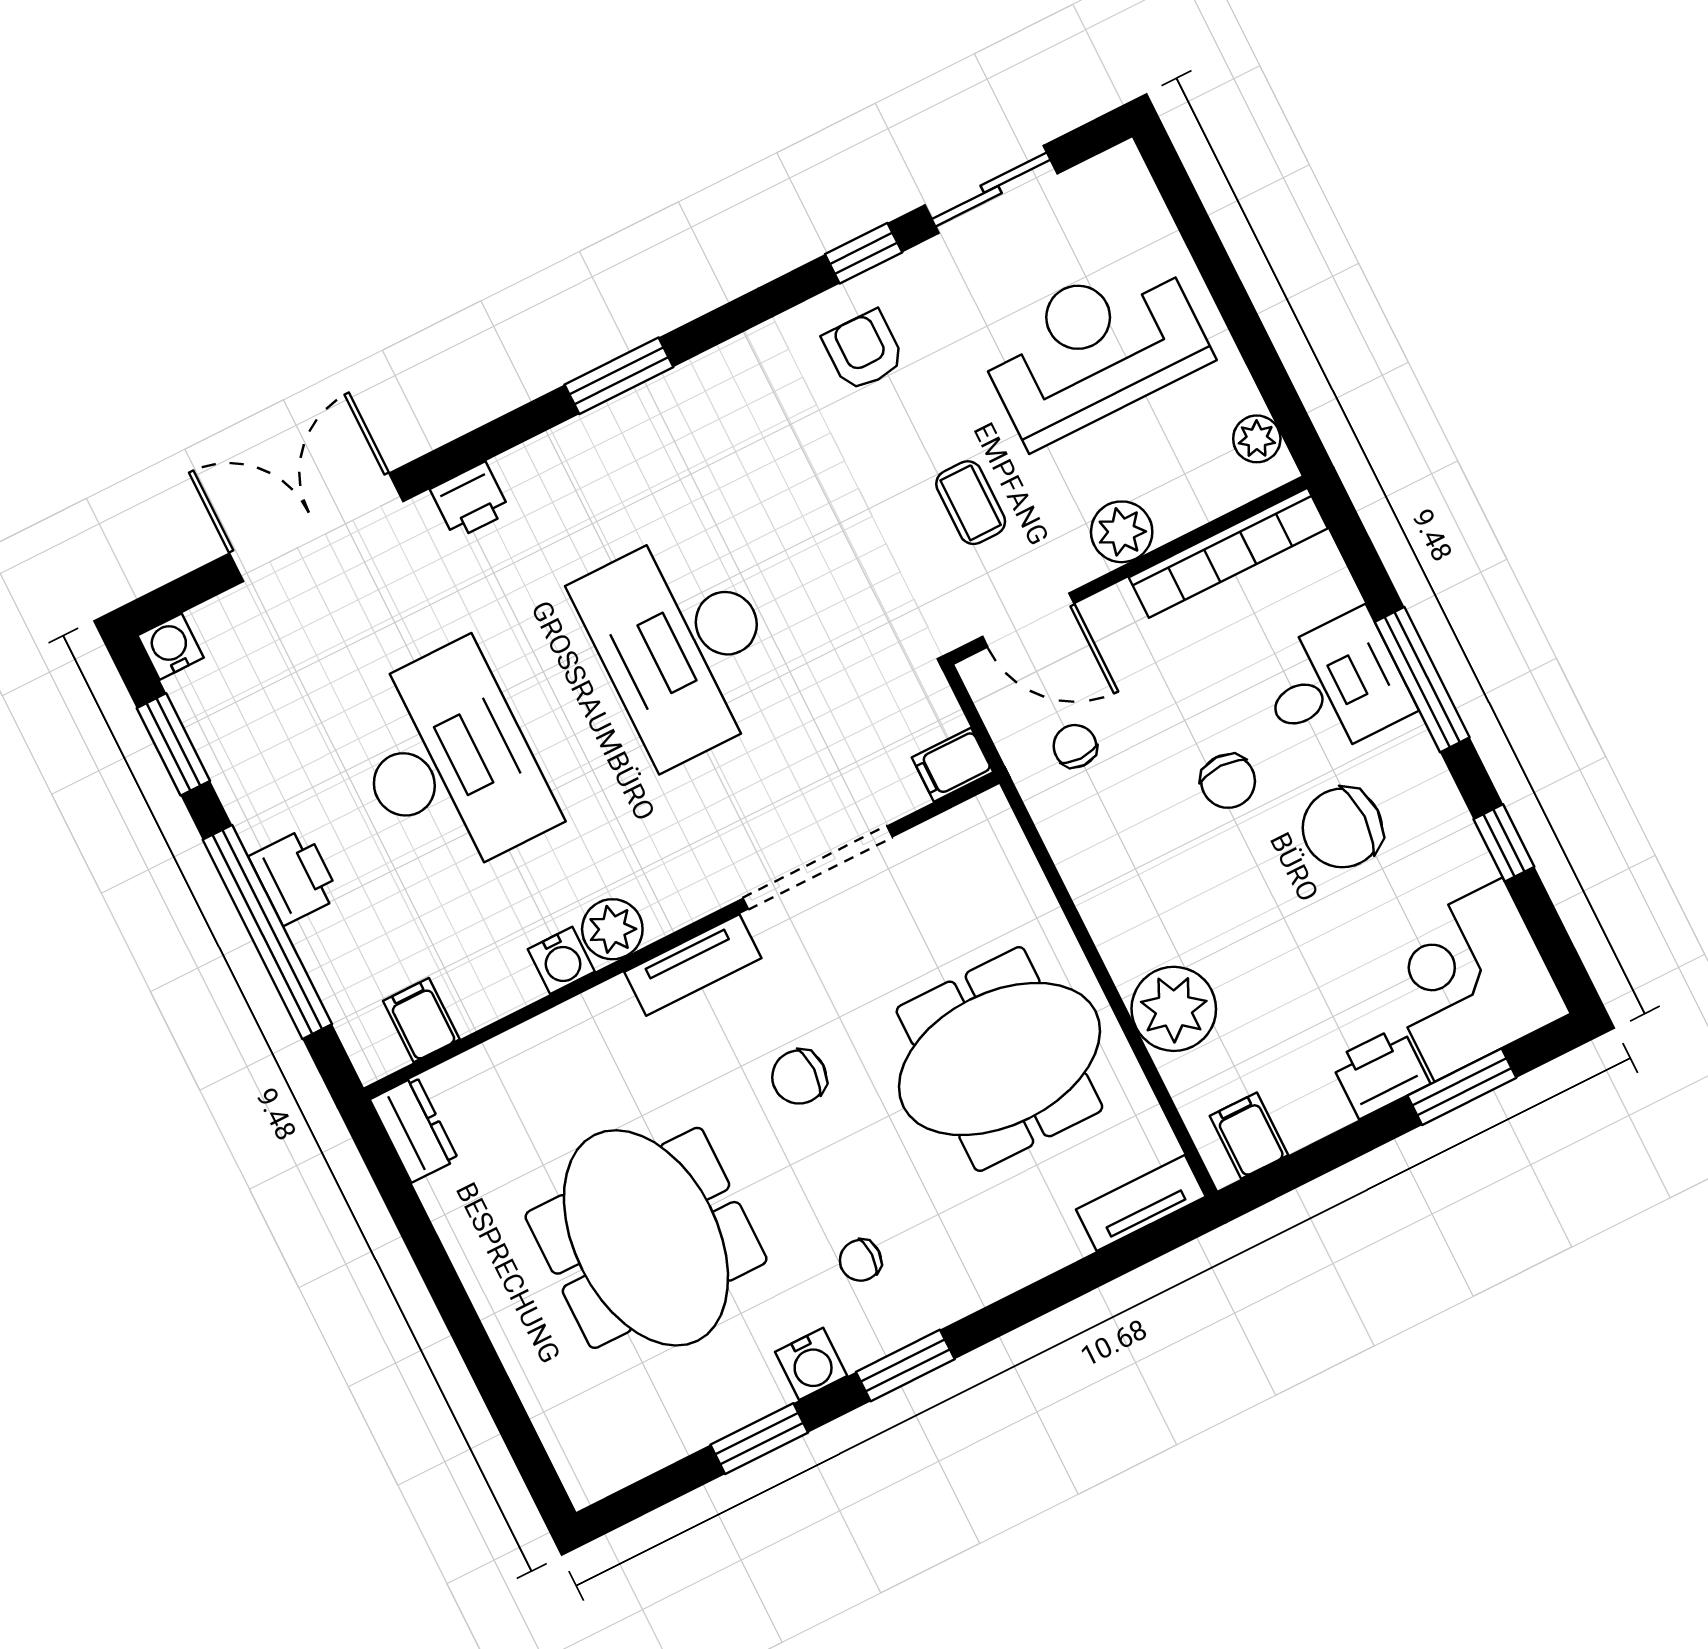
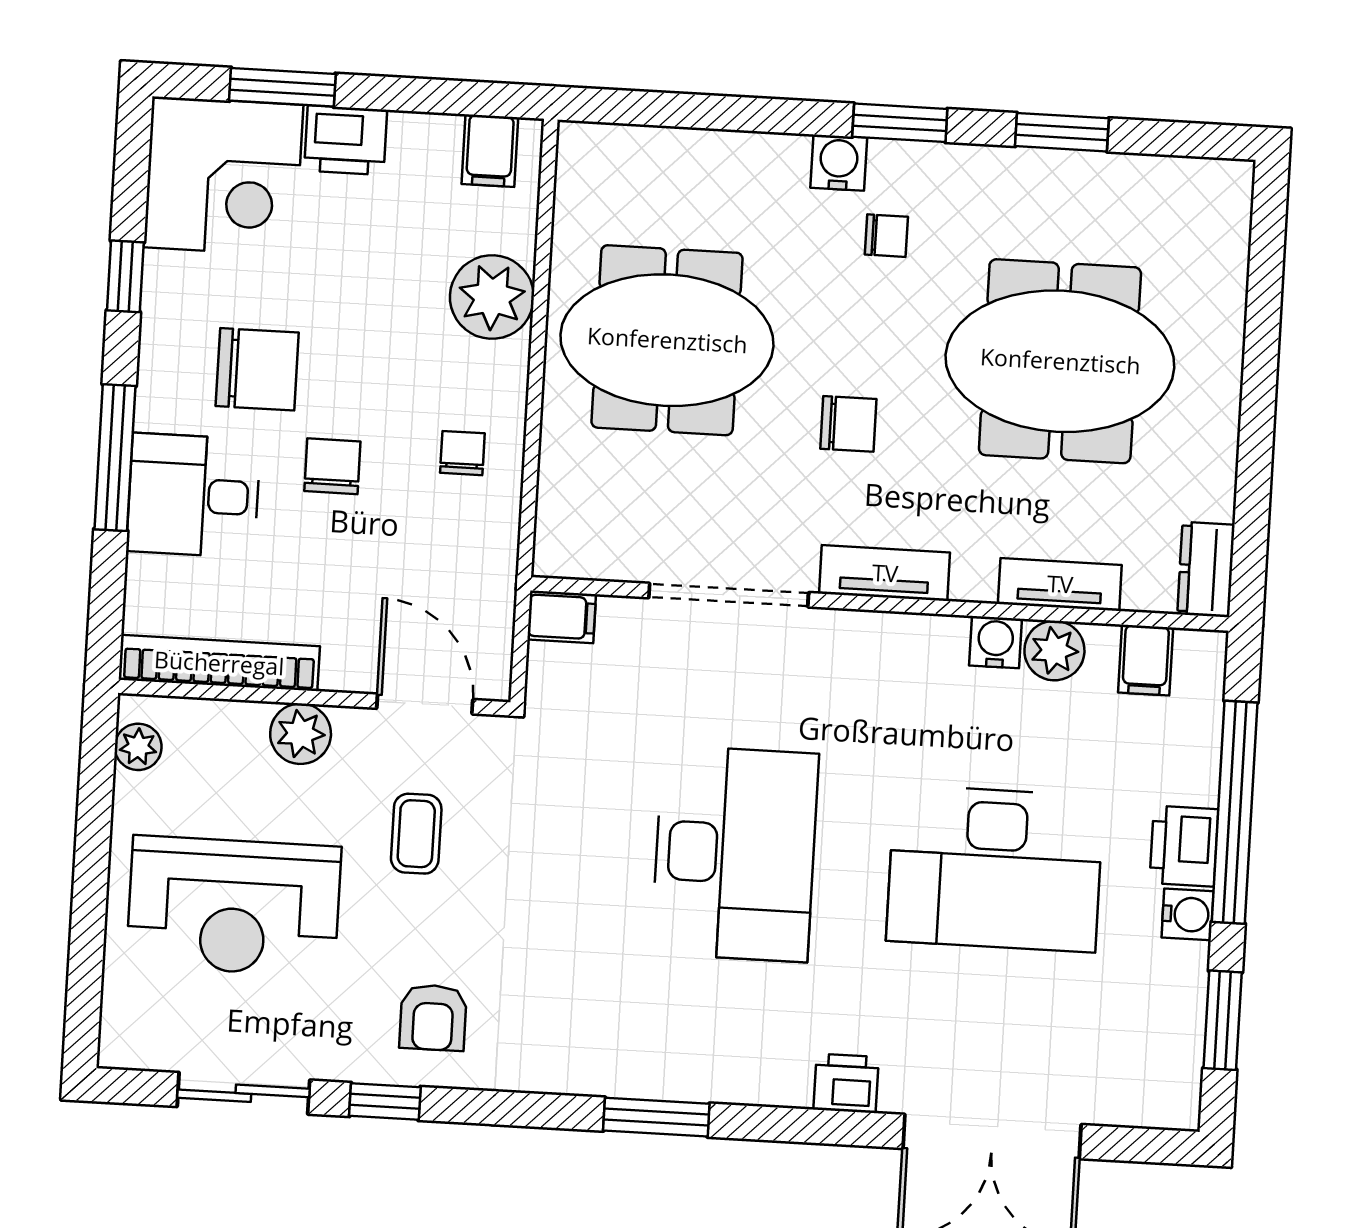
water cooler: (171, 647) -> (1188, 914), moved, turned -90
chair: (1075, 746) -> (462, 453), moved, turned 180
desk: (448, 763) -> (995, 869), turned -90
plant: (612, 929) -> (1054, 651), moved
tv unit: (1141, 1203) -> (1060, 584), moved, turned 180
meeting table: (646, 1238) -> (1060, 361), turned 90
water cooler: (811, 1364) -> (839, 163), moved

